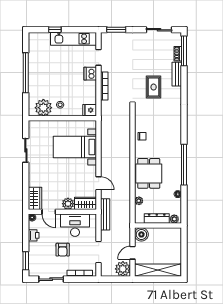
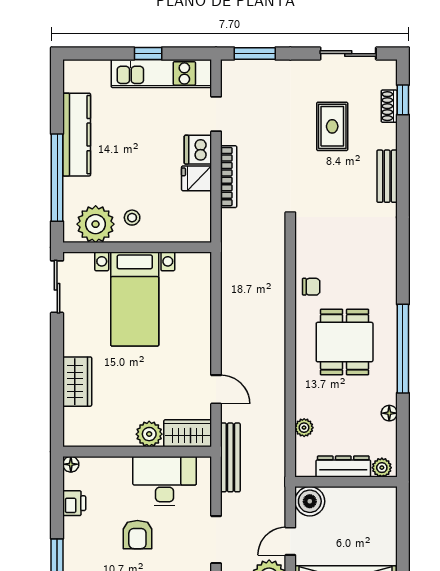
window: (55, 30) -> (148, 54), moved
window: (184, 51) -> (403, 100), width x0.46
kitchen counter: (35, 67) -> (77, 135), added
window: (26, 73) -> (57, 178), moved
bench: (177, 74) -> (387, 176), moved
rug: (154, 87) -> (332, 126), moved
fridge: (90, 110) -> (197, 178), moved
bed with nightstands: (75, 147) -> (135, 299), moved, turned -90
sliding door: (26, 150) -> (57, 287), moved
dining table: (149, 173) -> (345, 342), moved
wardrobe: (35, 198) -> (77, 382), moved
door: (49, 212) -> (107, 452), removed

